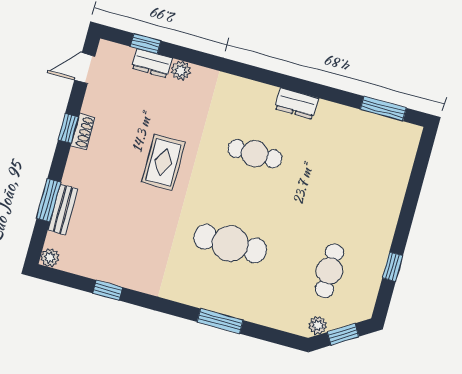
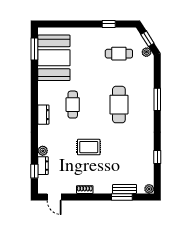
dresser: (296, 104) -> (43, 115), moved
window: (68, 128) -> (85, 197), removed
booth: (356, 142) -> (54, 58), added

